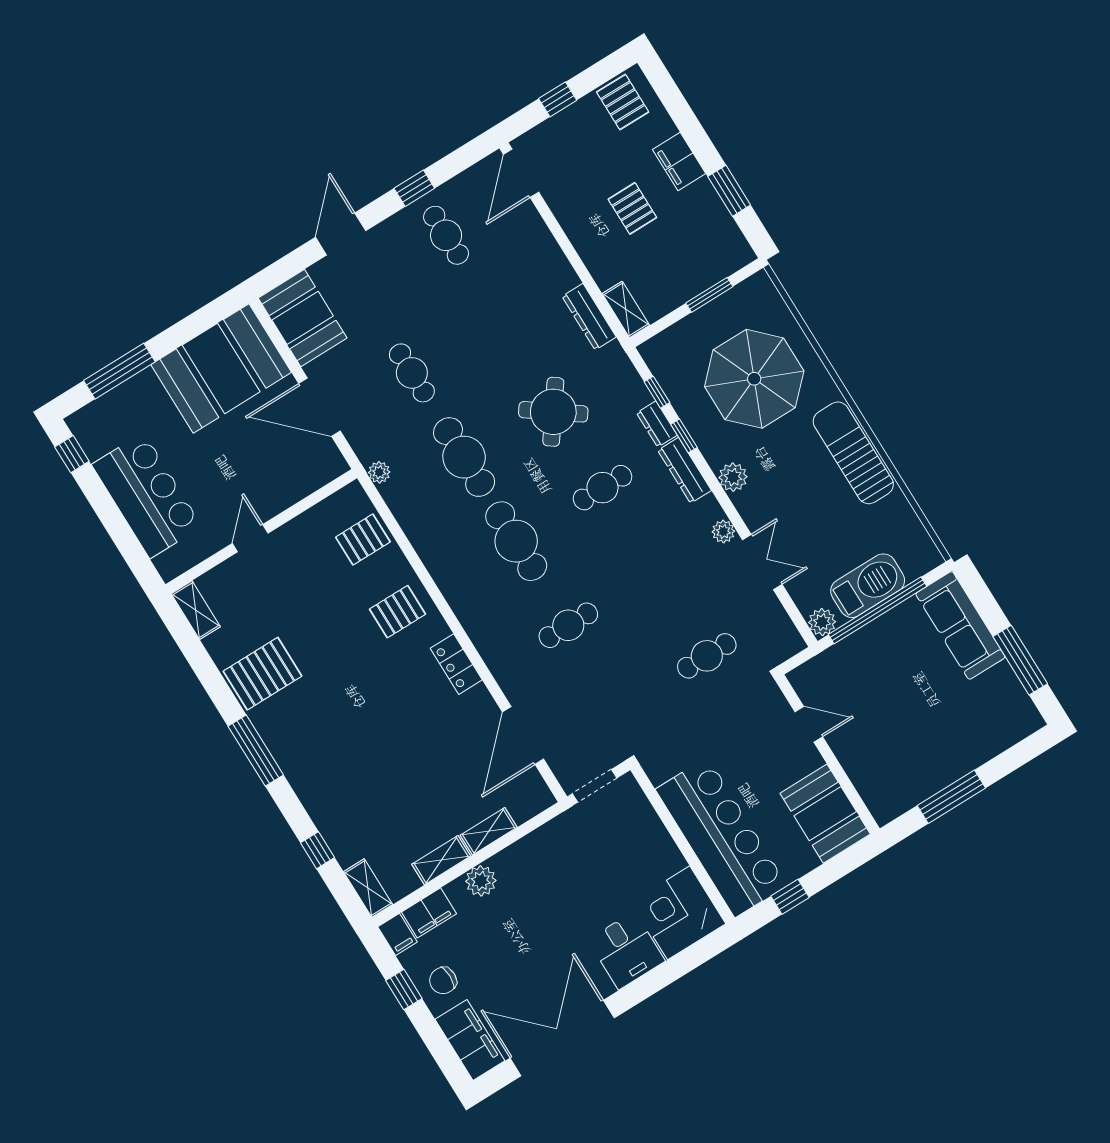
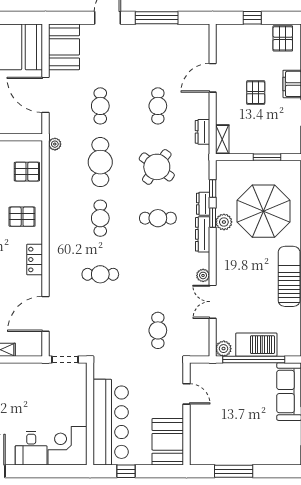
door: (521, 173) -> (213, 78), moved
window: (414, 188) -> (157, 18), width x2.17
cafe table: (446, 235) -> (158, 106), moved
dresser: (589, 317) -> (202, 132), width x0.70
plant: (733, 477) -> (224, 222), moved
cafe table: (516, 541) -> (100, 218), width x0.73, depth x0.74
double door: (762, 562) -> (213, 302), swing flipped
cafe table: (707, 656) -> (158, 330), turned 90

